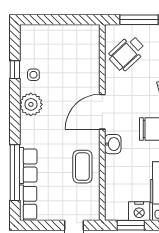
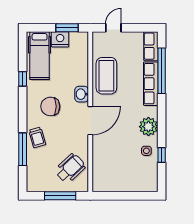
row of seats: (28, 166) -> (151, 84), width x1.48
coffee table: (82, 167) -> (106, 76), width x1.36, depth x1.32

